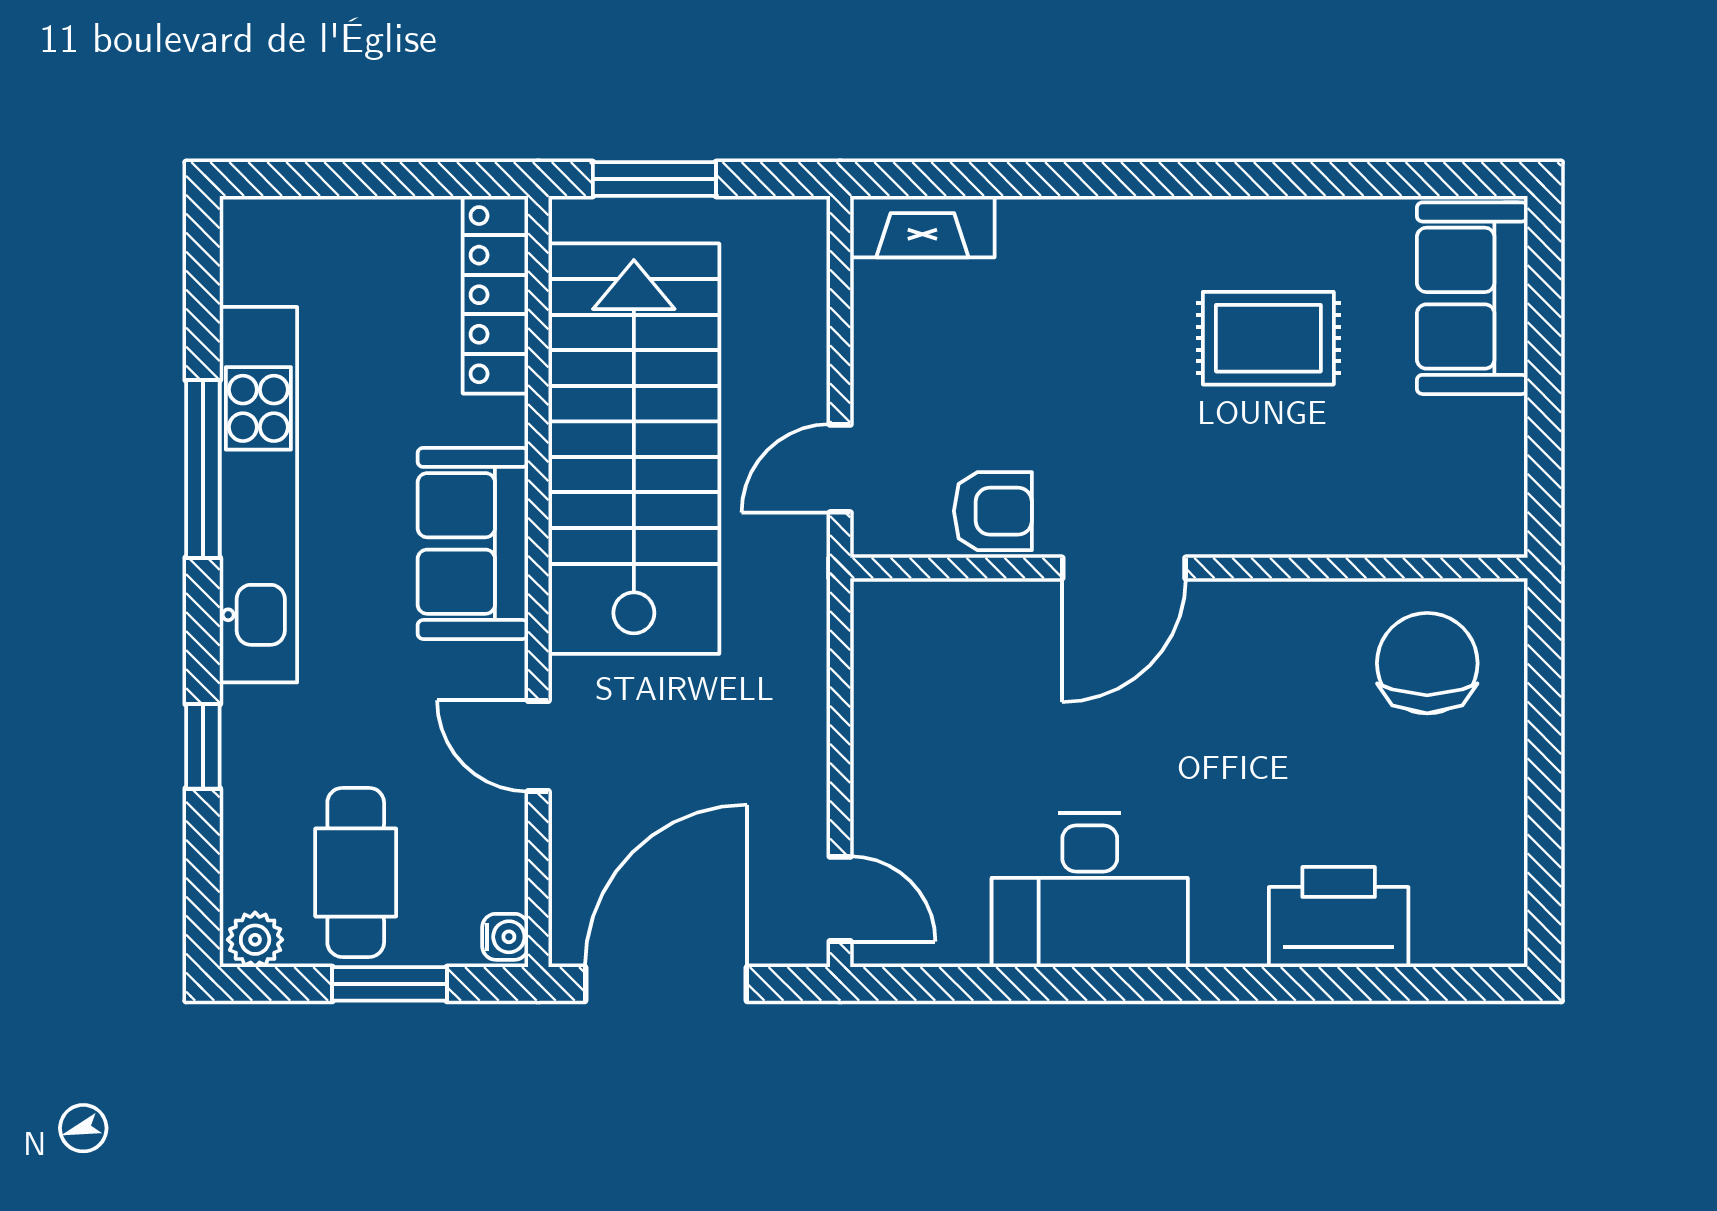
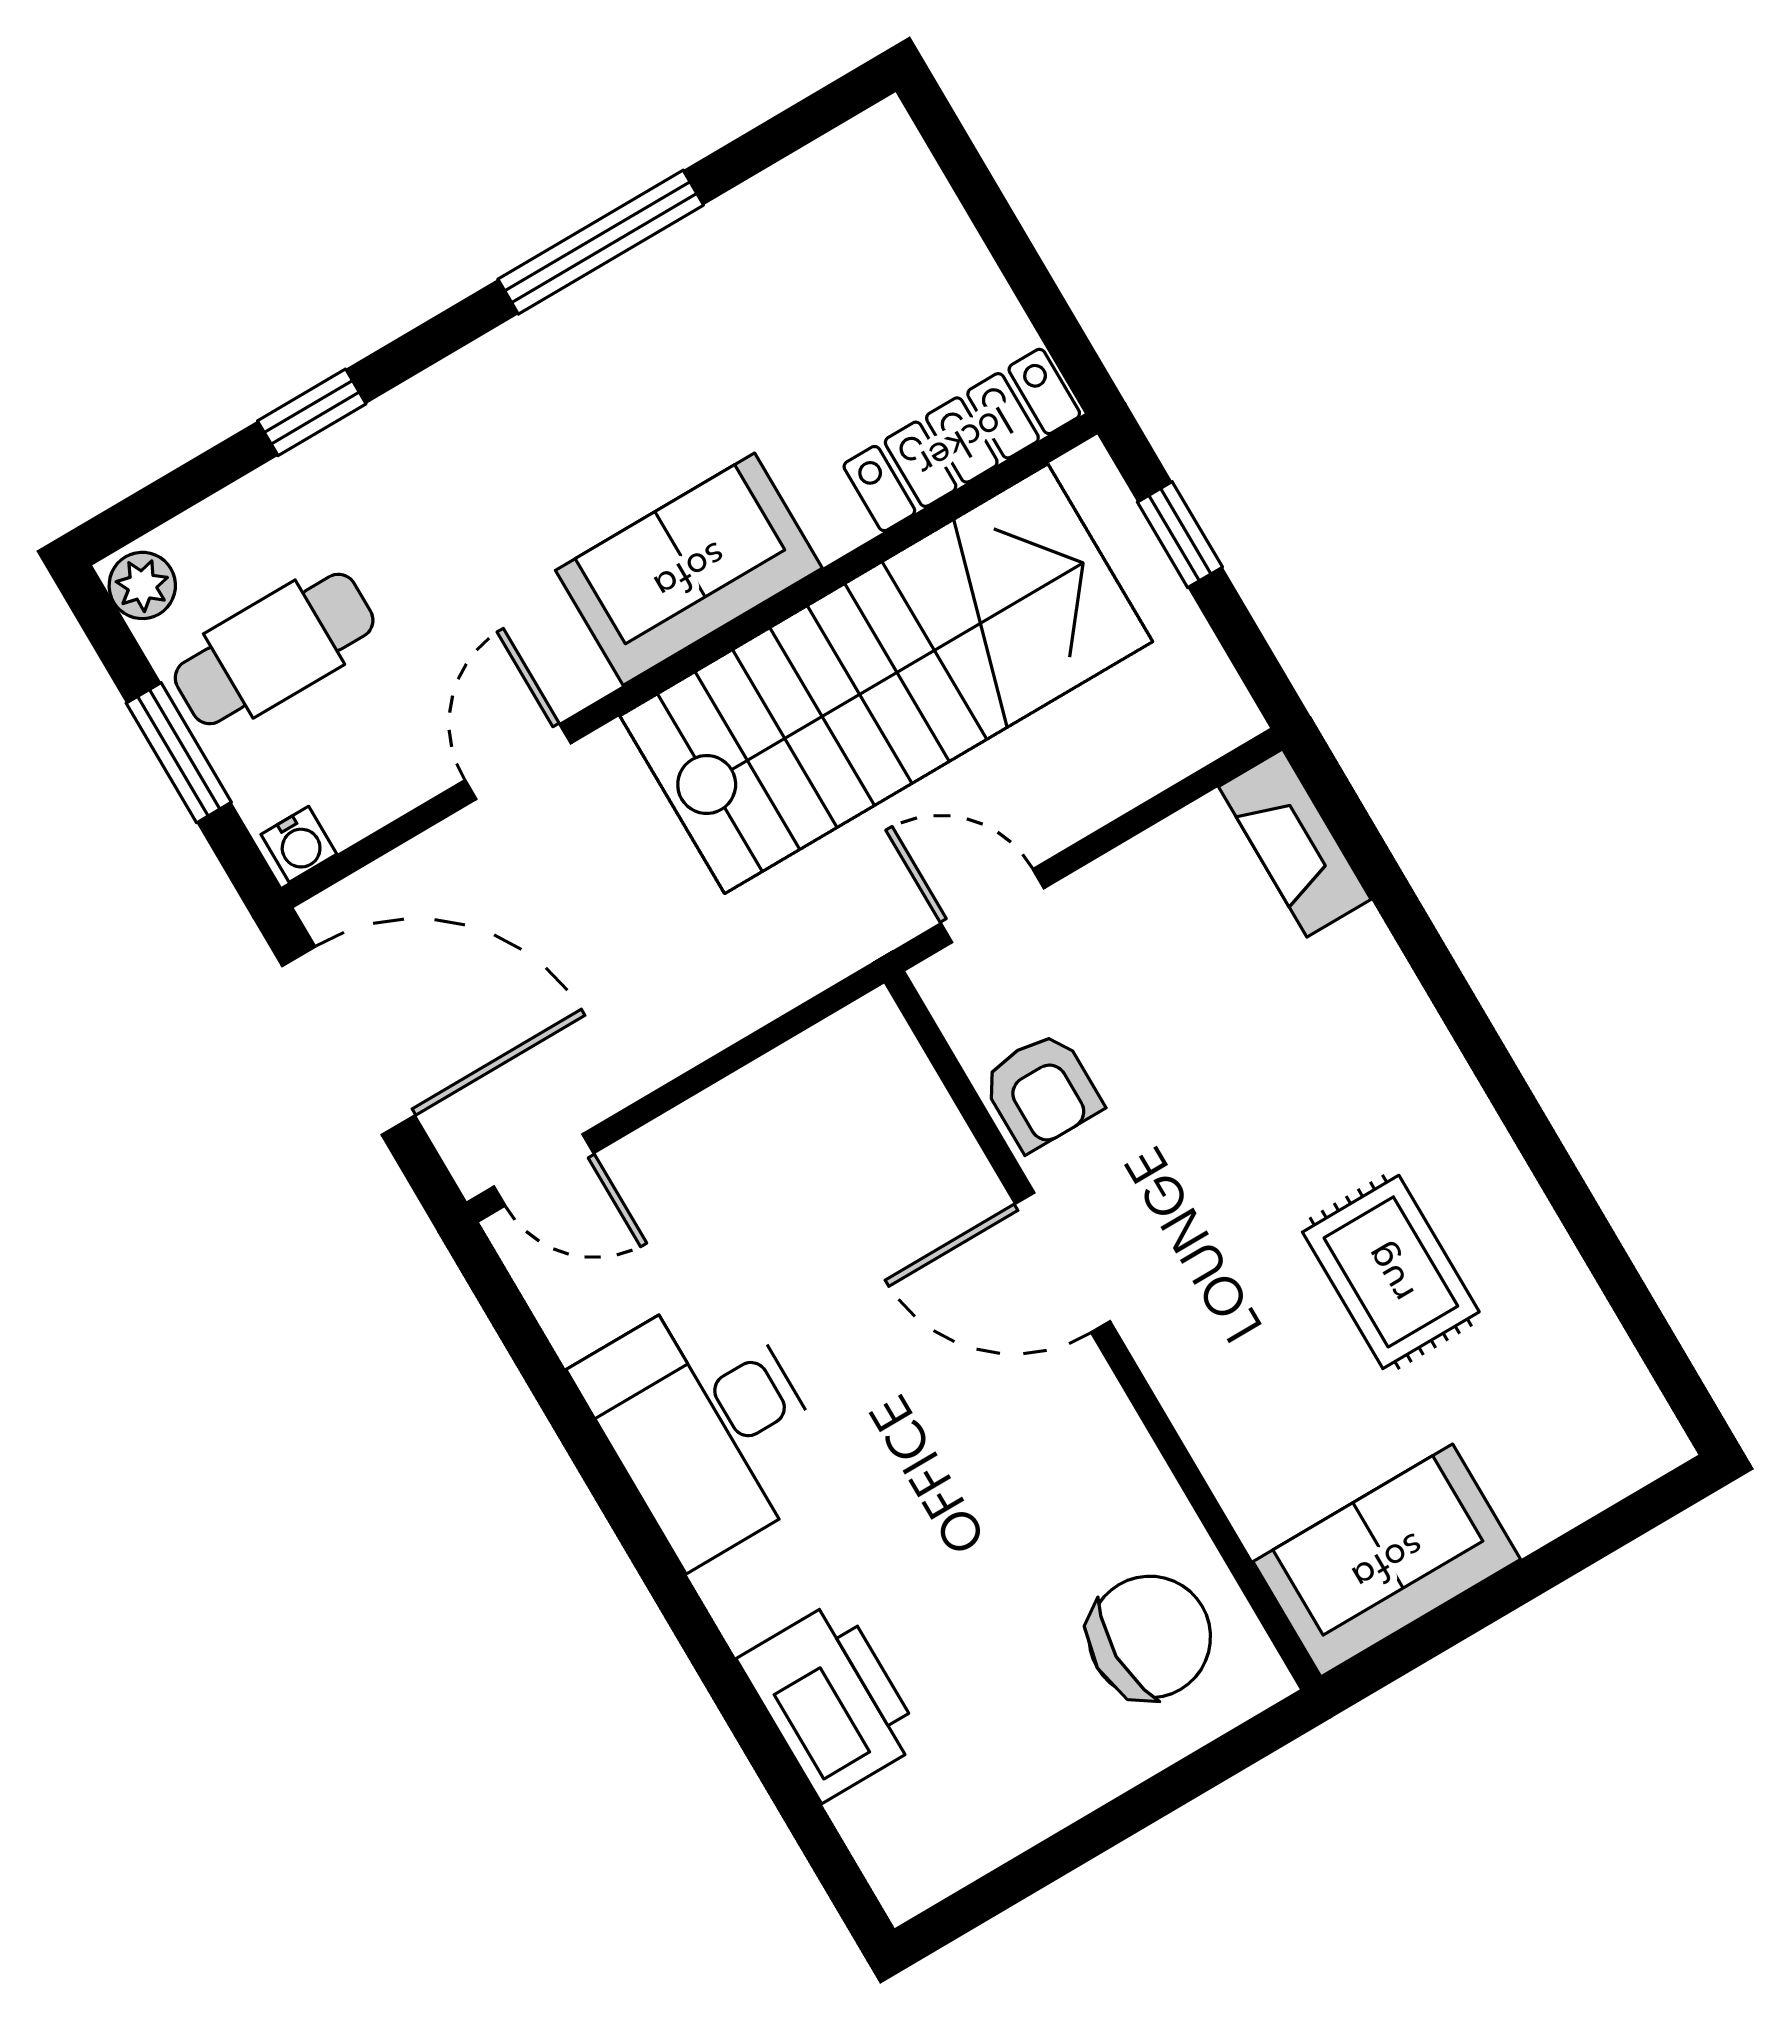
window: (654, 179) -> (1180, 535), width x0.67
sofa: (1472, 298) -> (1387, 1560), moved
kitchen unit: (258, 495) -> (608, 316), removed
door: (840, 899) -> (544, 1170), hinge flipped

